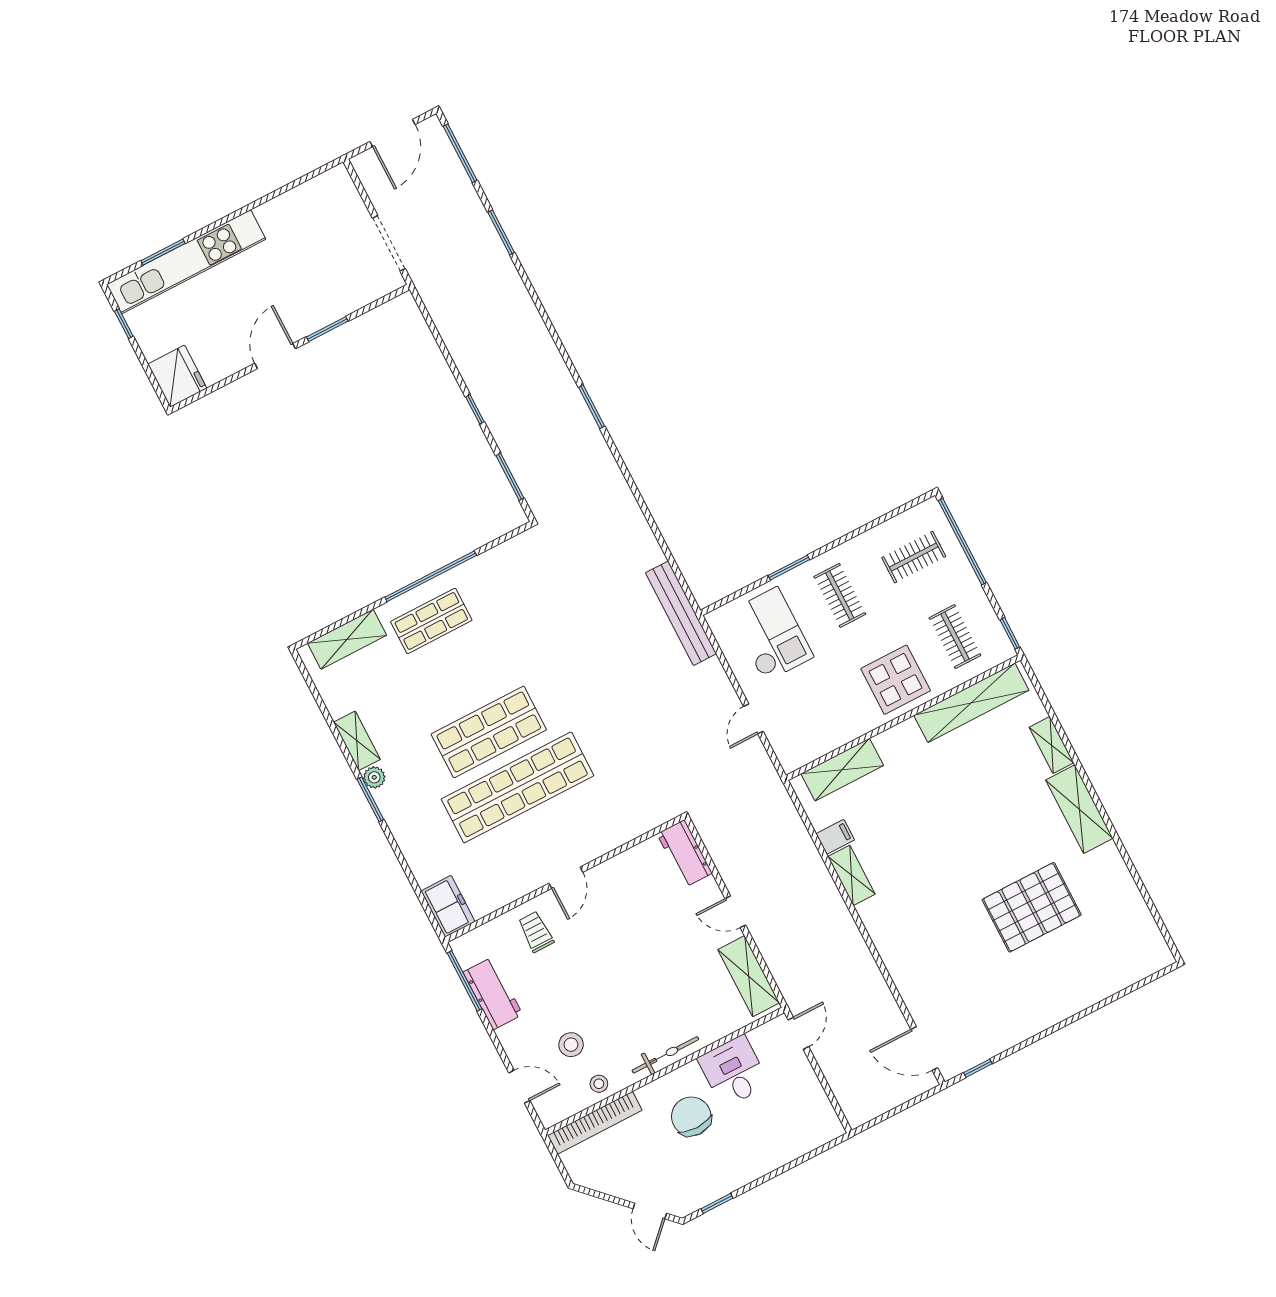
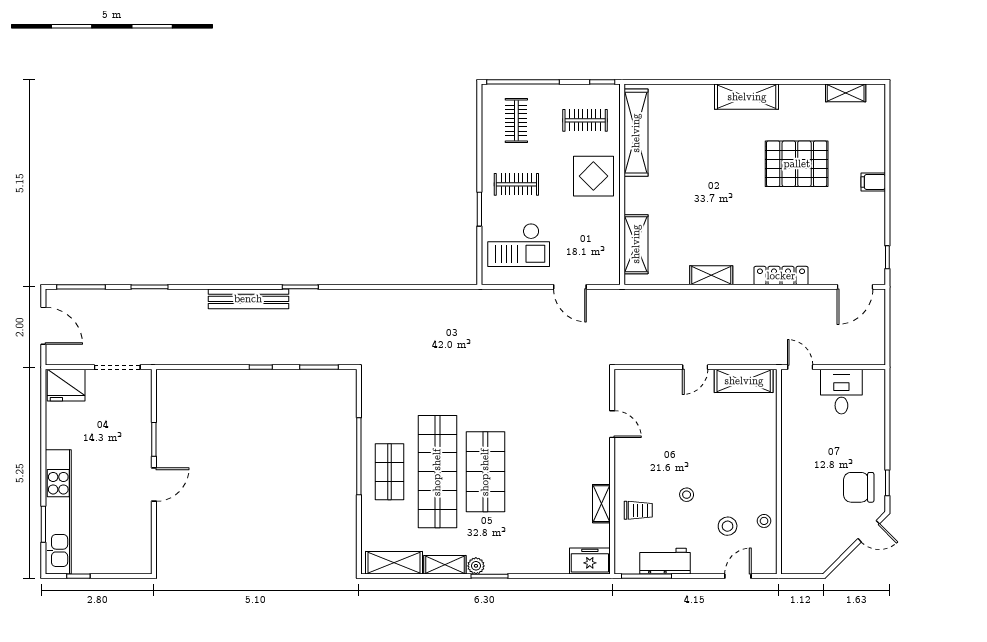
door: (275, 356) -> (154, 485), swing flipped
fridge: (177, 376) -> (66, 385), moved, turned 180
bench: (681, 613) -> (248, 299), moved
checkout: (771, 634) -> (519, 245), turned 180
shelving: (347, 639) -> (394, 563), moved, turned 90
door: (753, 719) -> (570, 287), width x1.38
shelving: (1051, 745) -> (846, 93), moved
shop shelf: (518, 787) -> (437, 472), moved
filing cabinet: (835, 837) -> (873, 182), moved, turned -90
workbench: (684, 853) -> (637, 381), removed
door: (566, 878) -> (612, 424), moved
shelving: (521, 885) -> (601, 504), added
pallet: (1032, 907) -> (797, 164), turned 90
trolley: (536, 932) -> (638, 510), turned 180
locker: (893, 956) -> (781, 276), added
stool: (583, 978) -> (687, 495), added
bicycle: (665, 1055) -> (768, 465), removed
desk: (734, 1071) -> (841, 392), moved, turned 90
chair: (691, 1116) -> (859, 487), moved
bookcase: (595, 1123) -> (789, 537), removed

